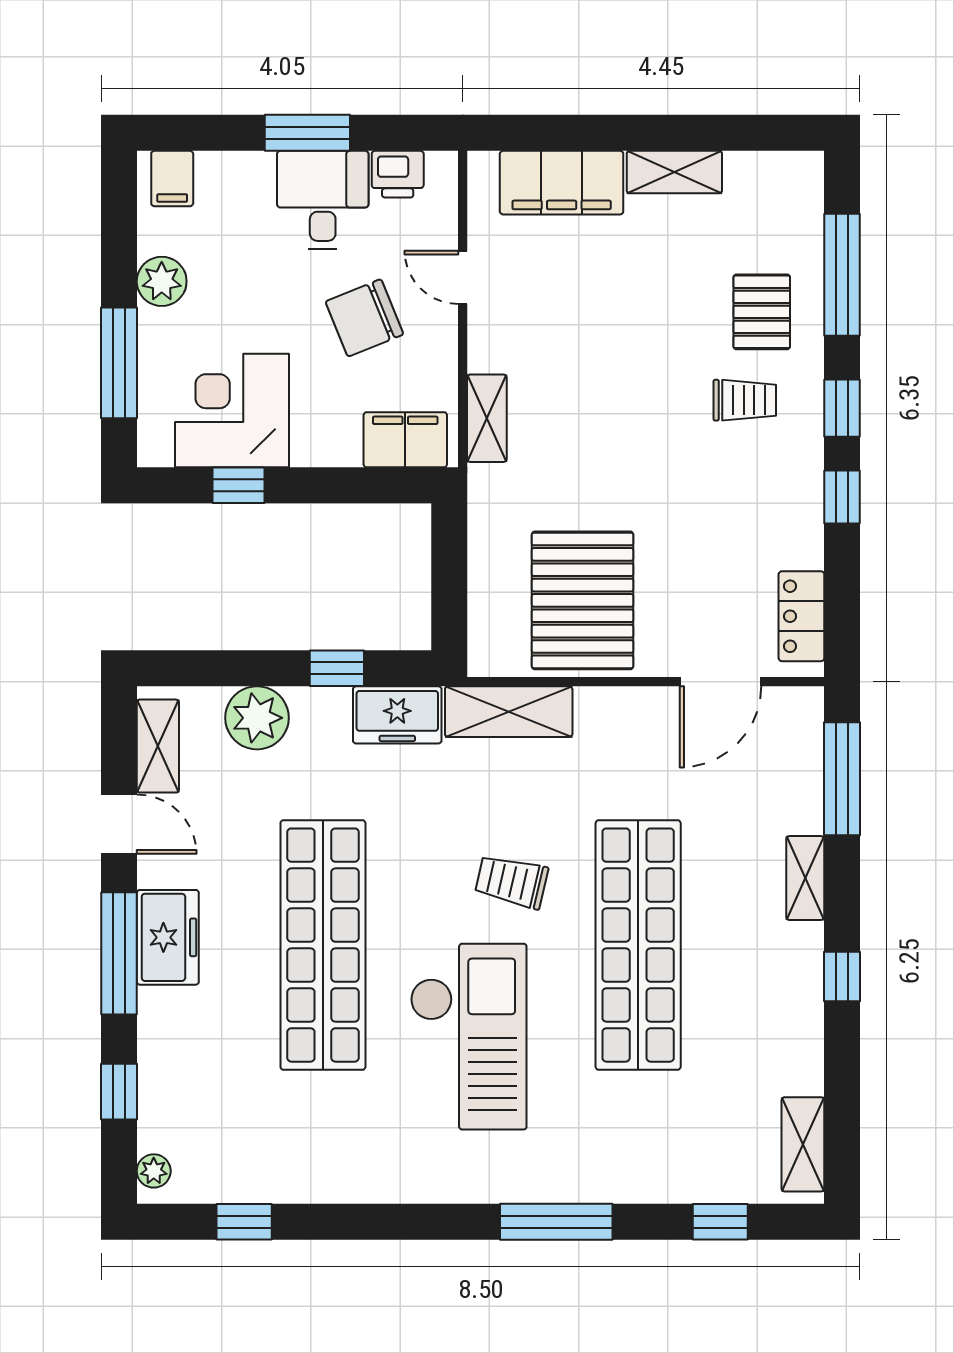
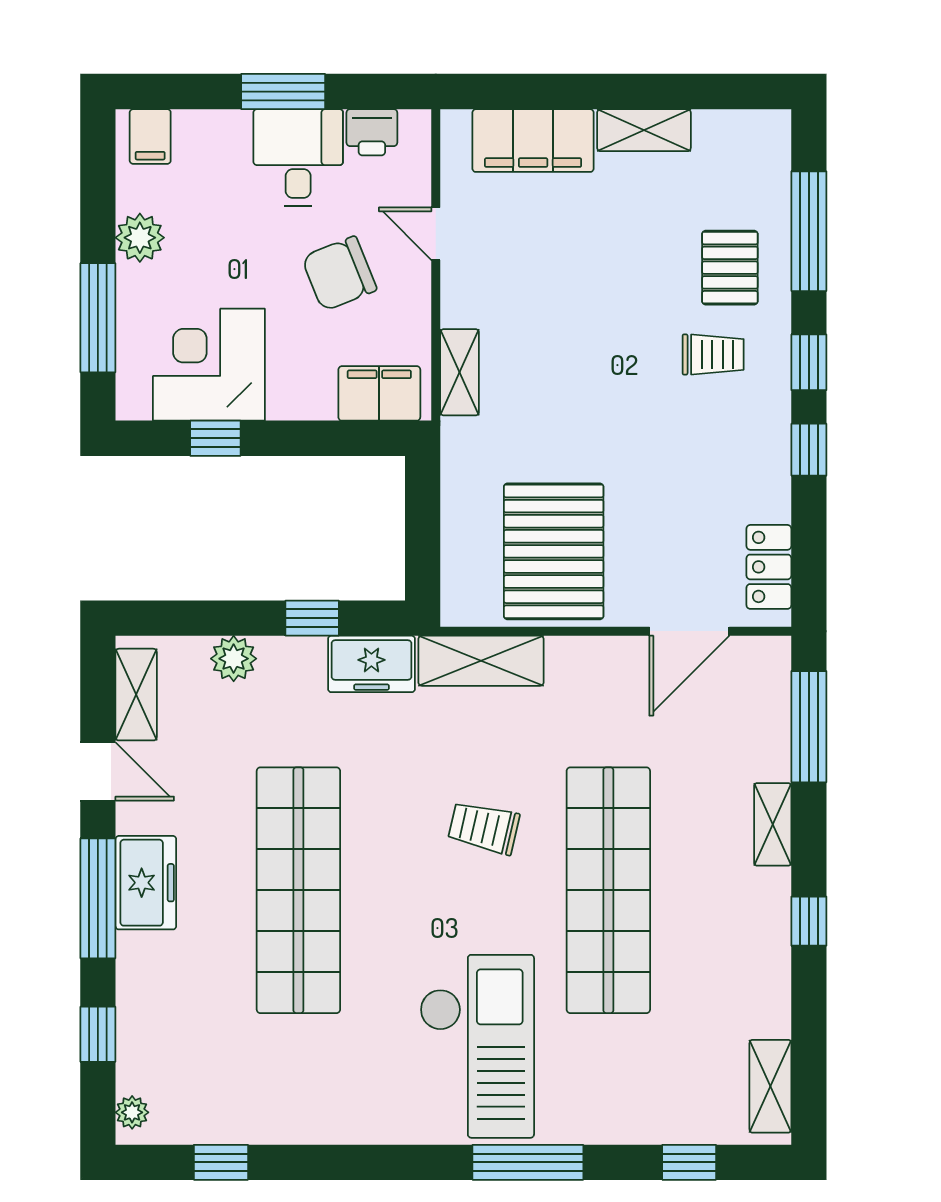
plant: (257, 718) -> (234, 659), width x0.73, depth x0.73
checkout: (468, 1037) -> (477, 1046), moved

